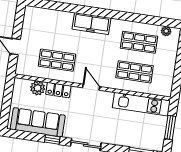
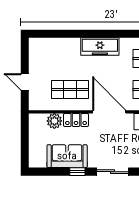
door: (91, 87) -> (109, 112), width x1.88
sofa: (38, 122) -> (67, 156), width x0.73

